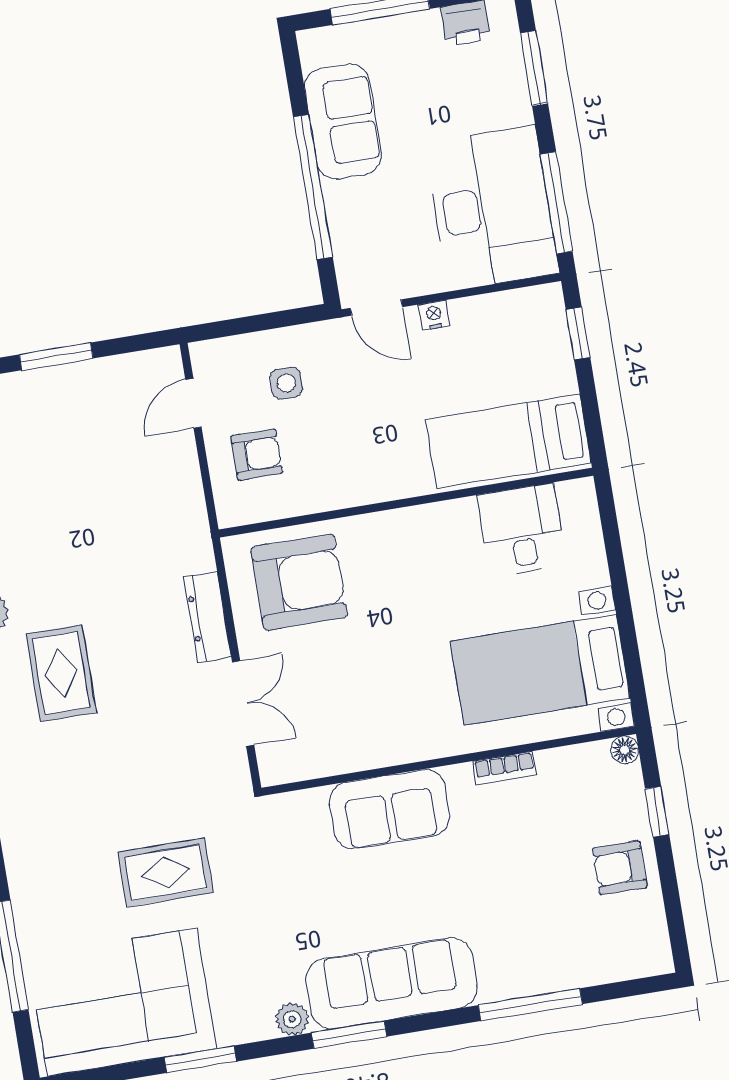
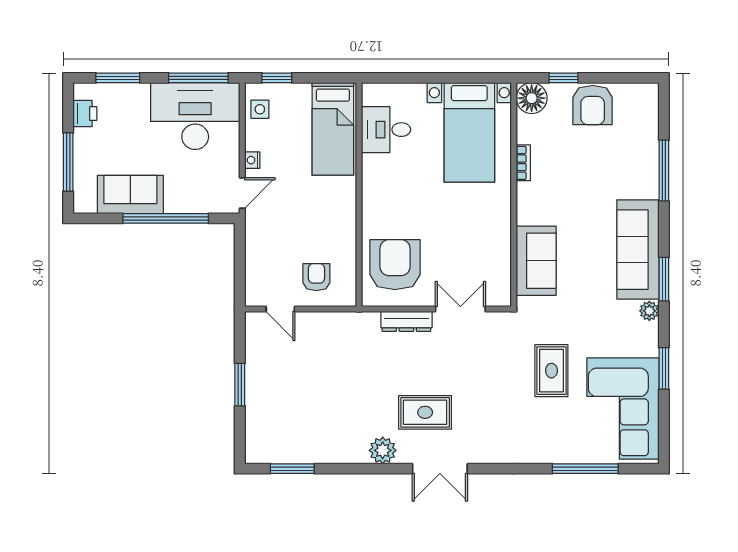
side table: (286, 383) -> (260, 109), moved
floor lamp: (625, 750) -> (532, 98), width x1.89, depth x1.89
sofa: (390, 809) -> (536, 261), moved
armchair: (620, 868) -> (593, 105), width x1.38, depth x1.38

